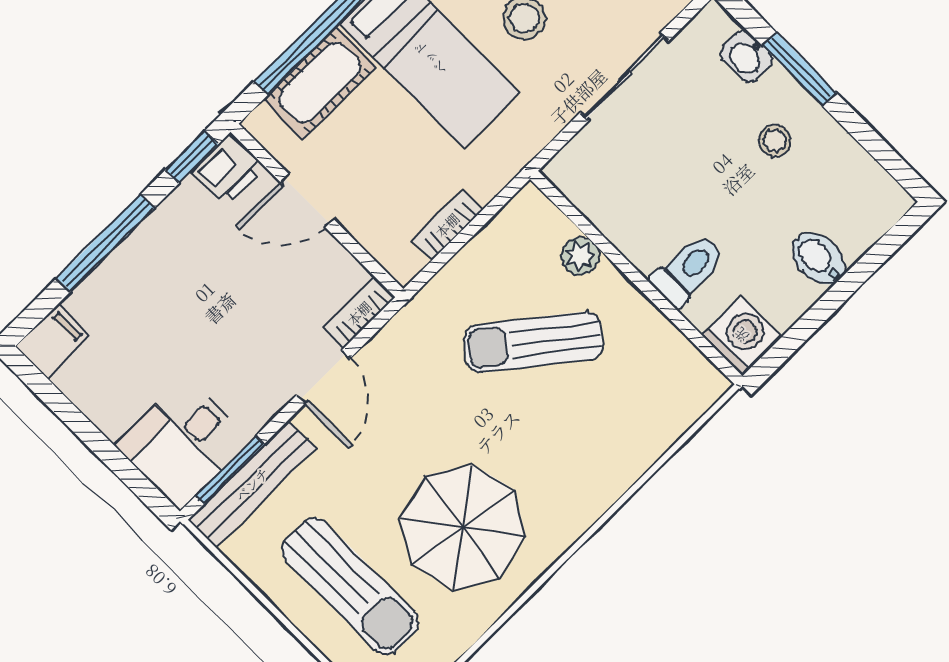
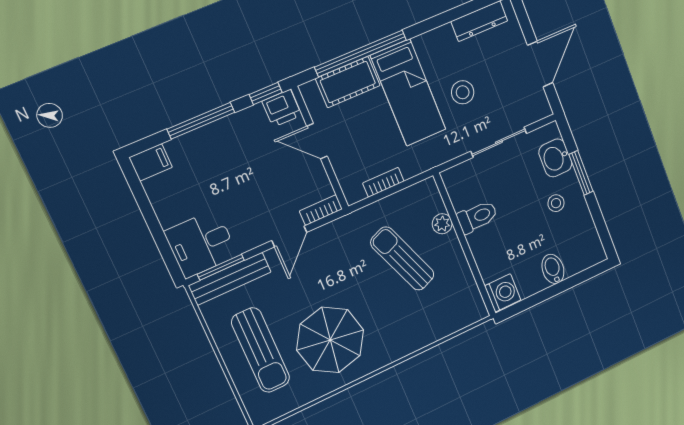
washbasin: (746, 56) -> (555, 158), width x1.38, depth x1.45
toilet: (688, 270) -> (477, 217), moved
sun lounger: (533, 342) -> (402, 259), turned 30

